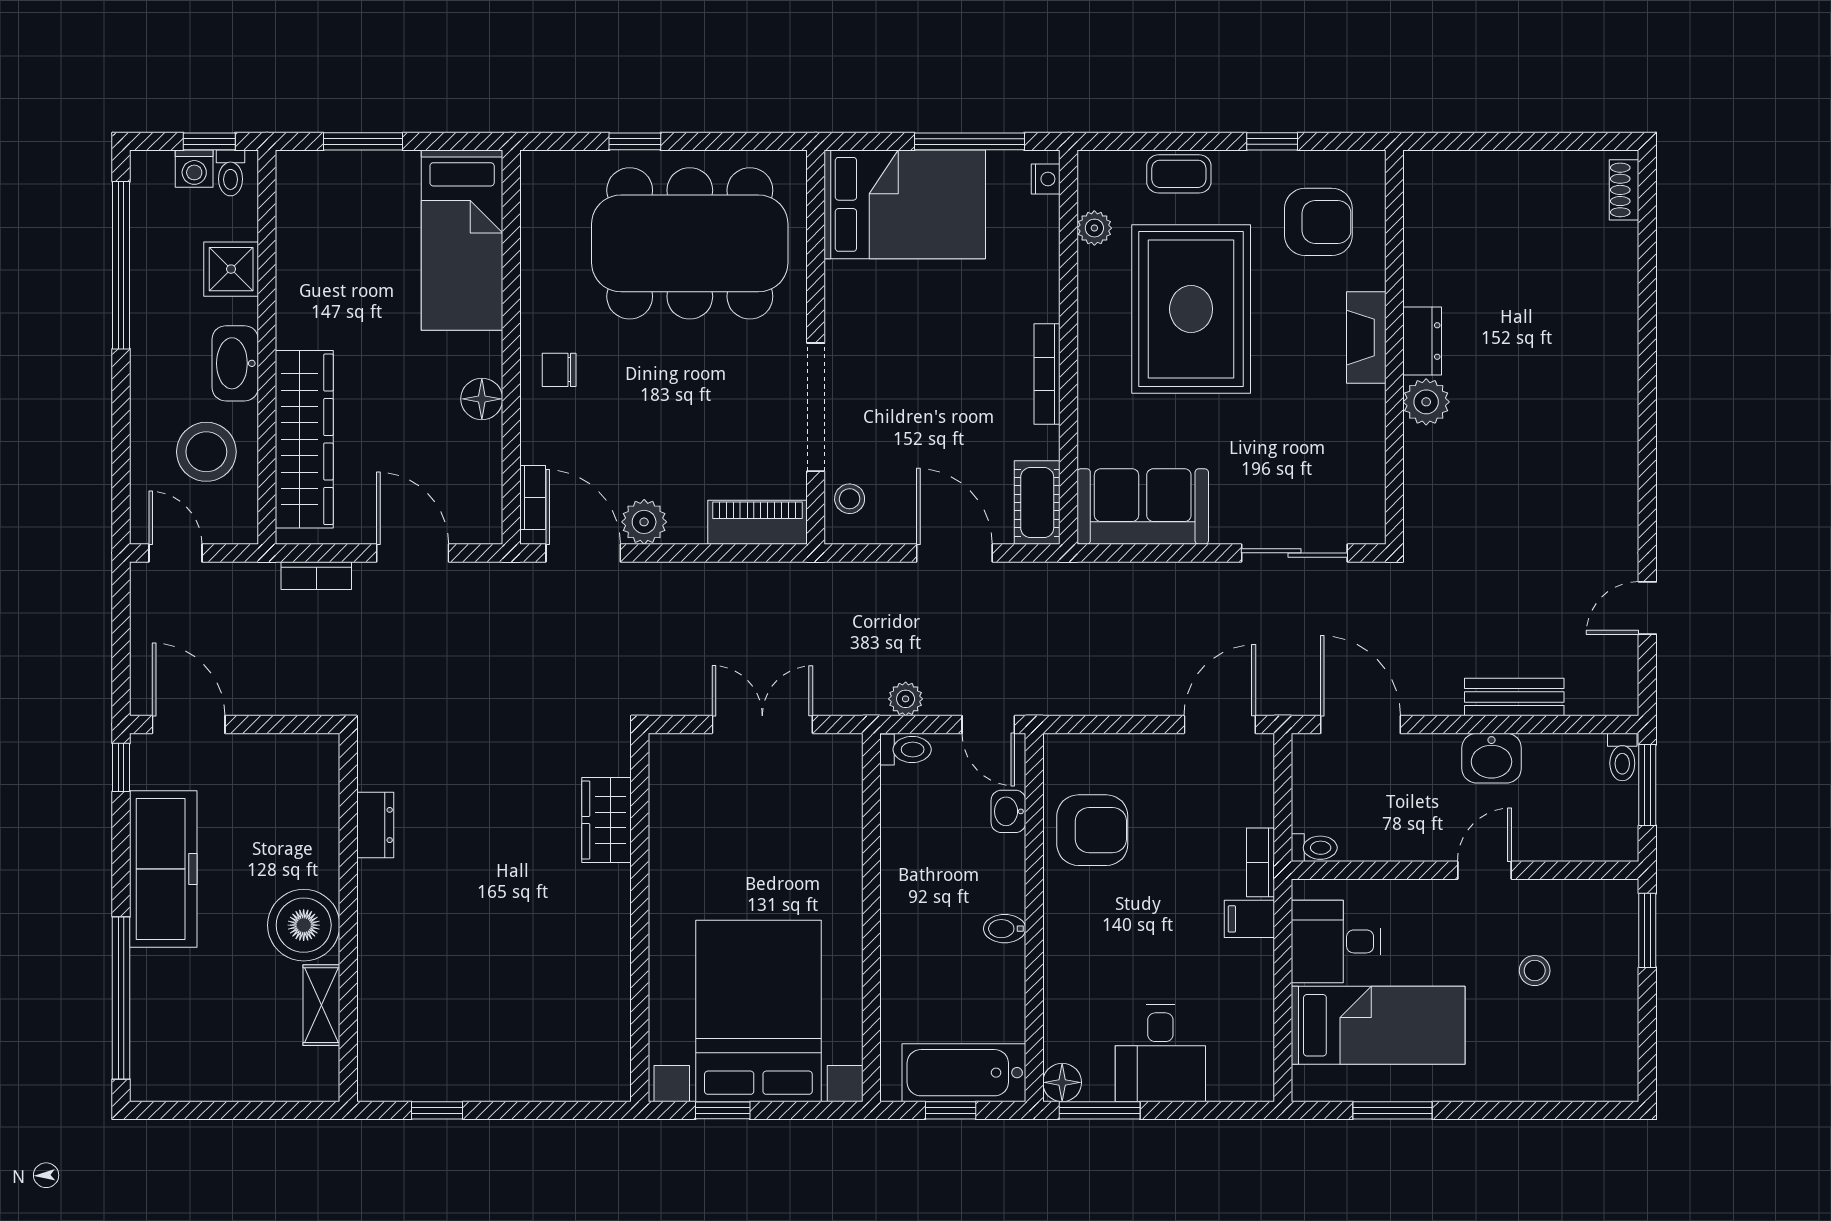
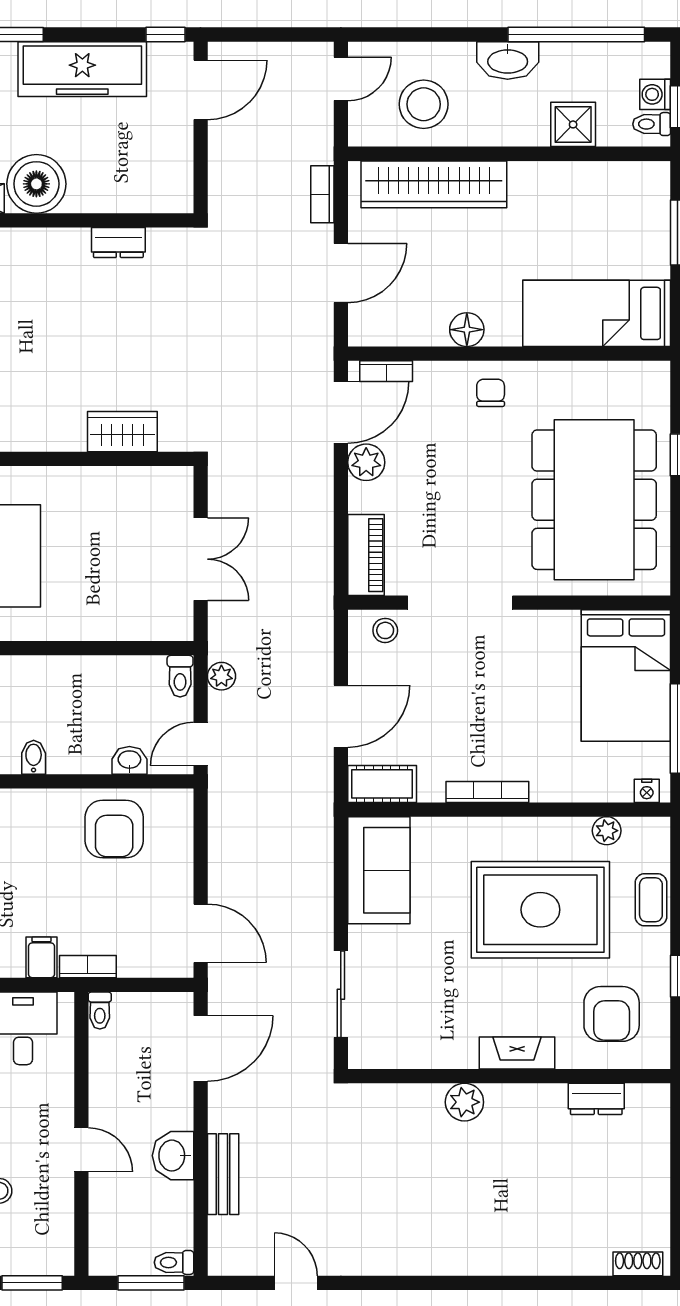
dresser: (1422, 341) -> (596, 1099), moved
washbasin: (235, 363) -> (508, 60), moved, turned 180

